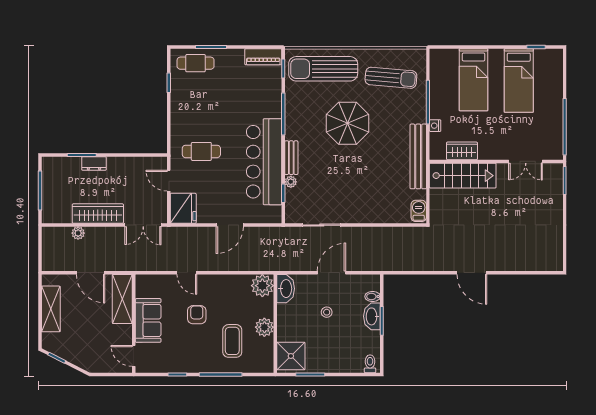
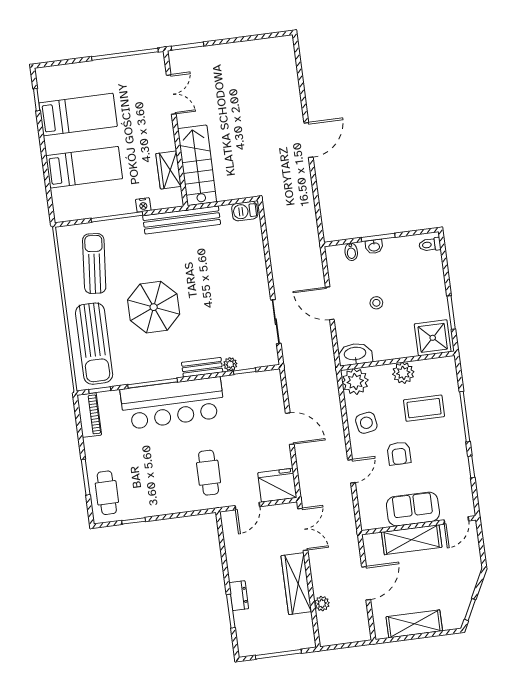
bar counter: (264, 162) -> (173, 403), moved
side table: (226, 291) -> (366, 423), added
shelving: (122, 299) -> (412, 540), moved
armchair: (197, 315) -> (399, 453), turned -90
washbasin: (372, 316) -> (374, 247), width x0.52, depth x0.69

